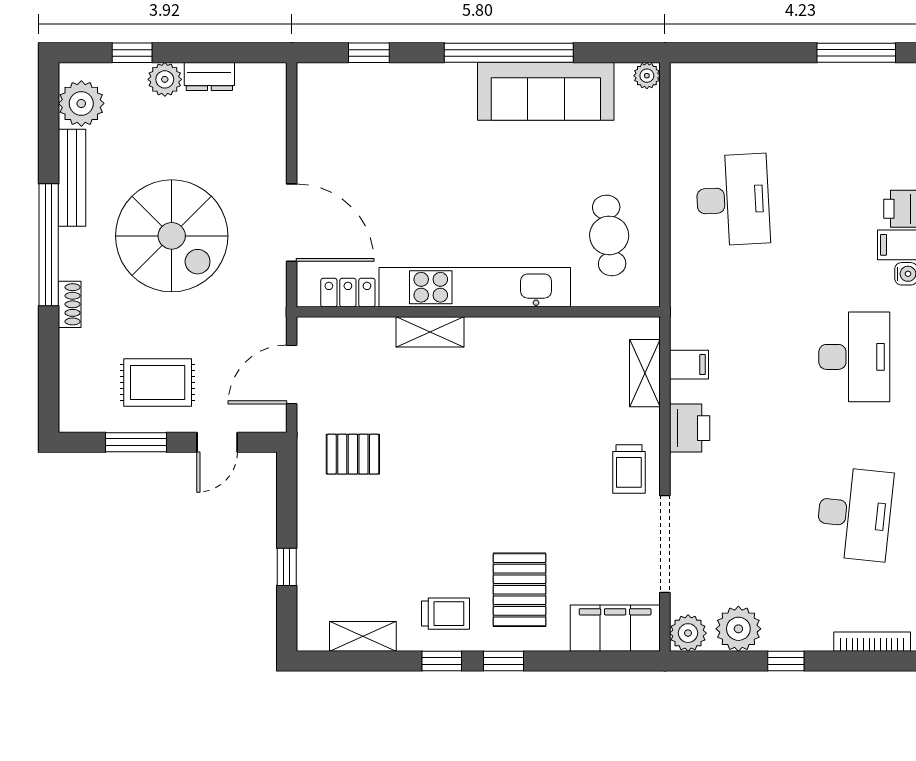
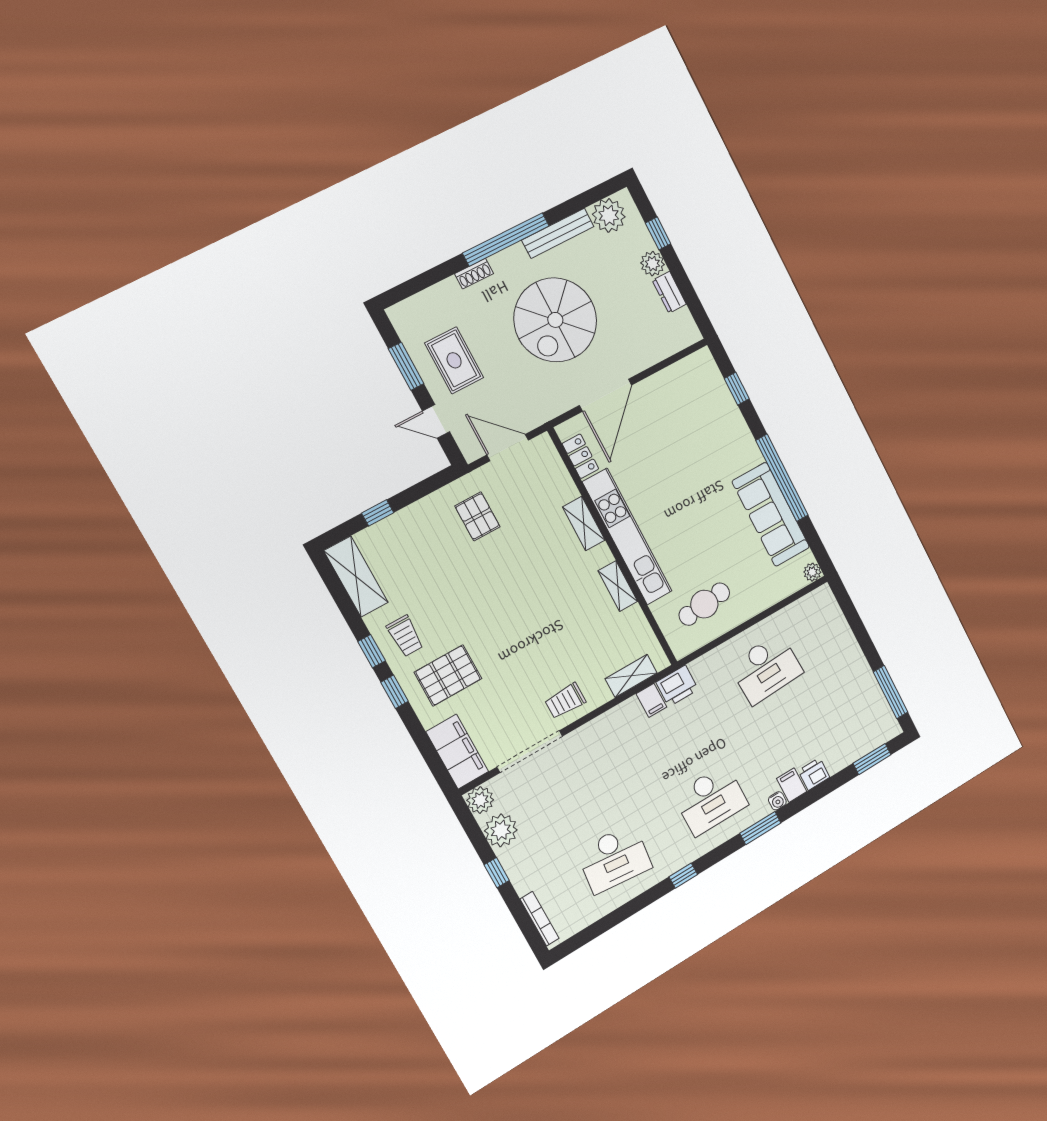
shelving: (527, 331) -> (618, 586), added
printer: (690, 428) -> (677, 686), moved
shelving: (363, 636) -> (356, 577), width x1.50, depth x1.33

